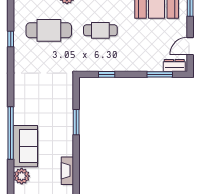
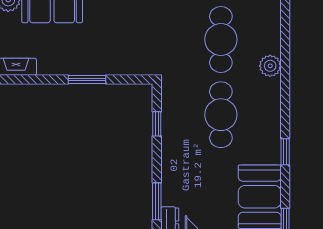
cafe table: (100, 30) -> (221, 115), width x1.37, depth x1.35

